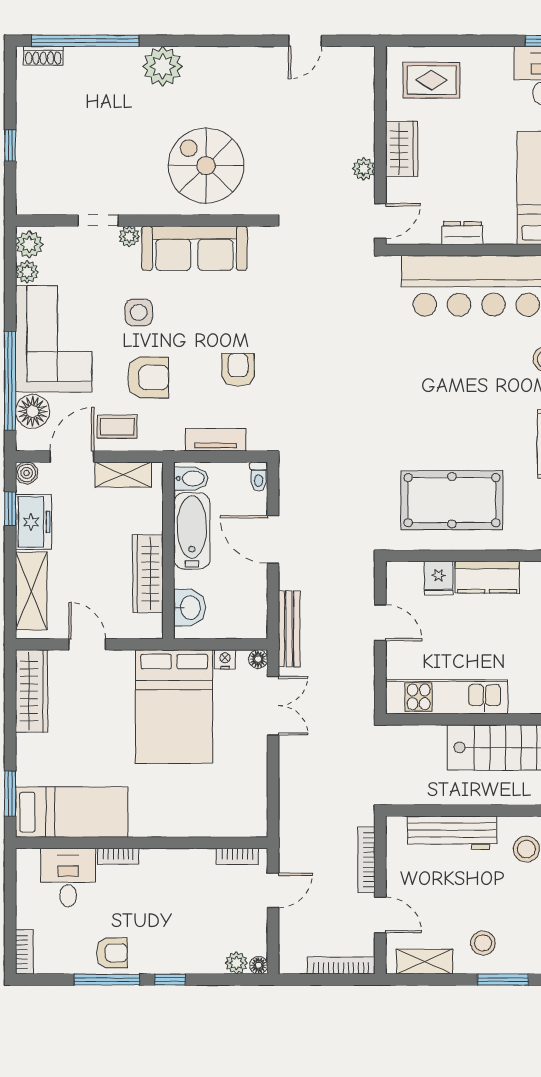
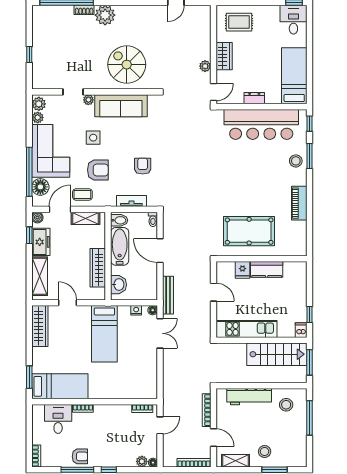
shoe rack: (43, 56) -> (84, 10), moved
bed: (174, 707) -> (104, 334), width x0.67

